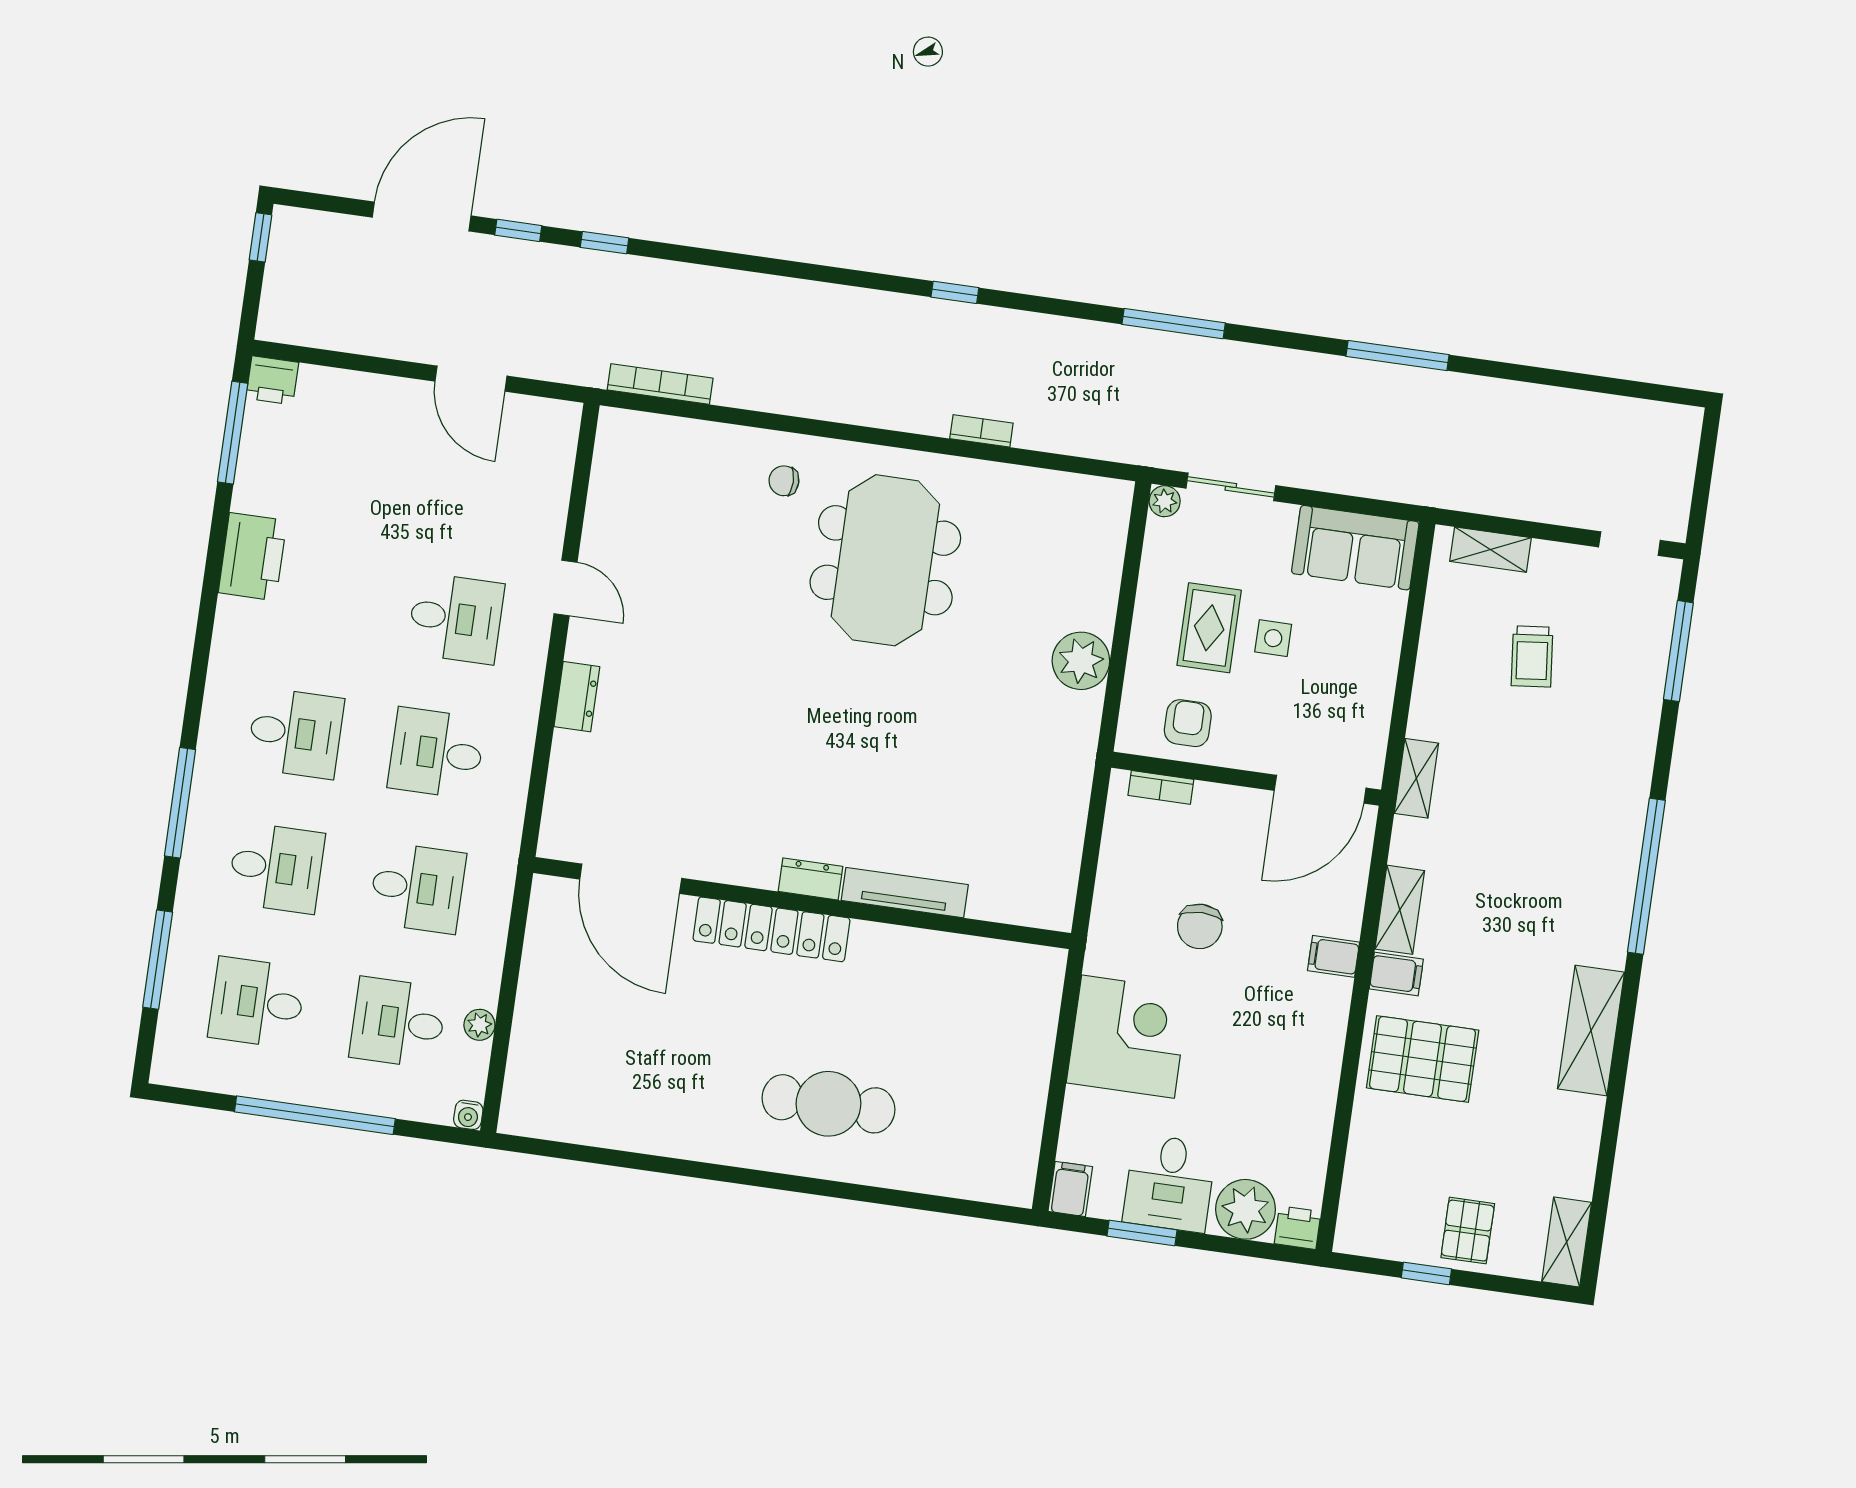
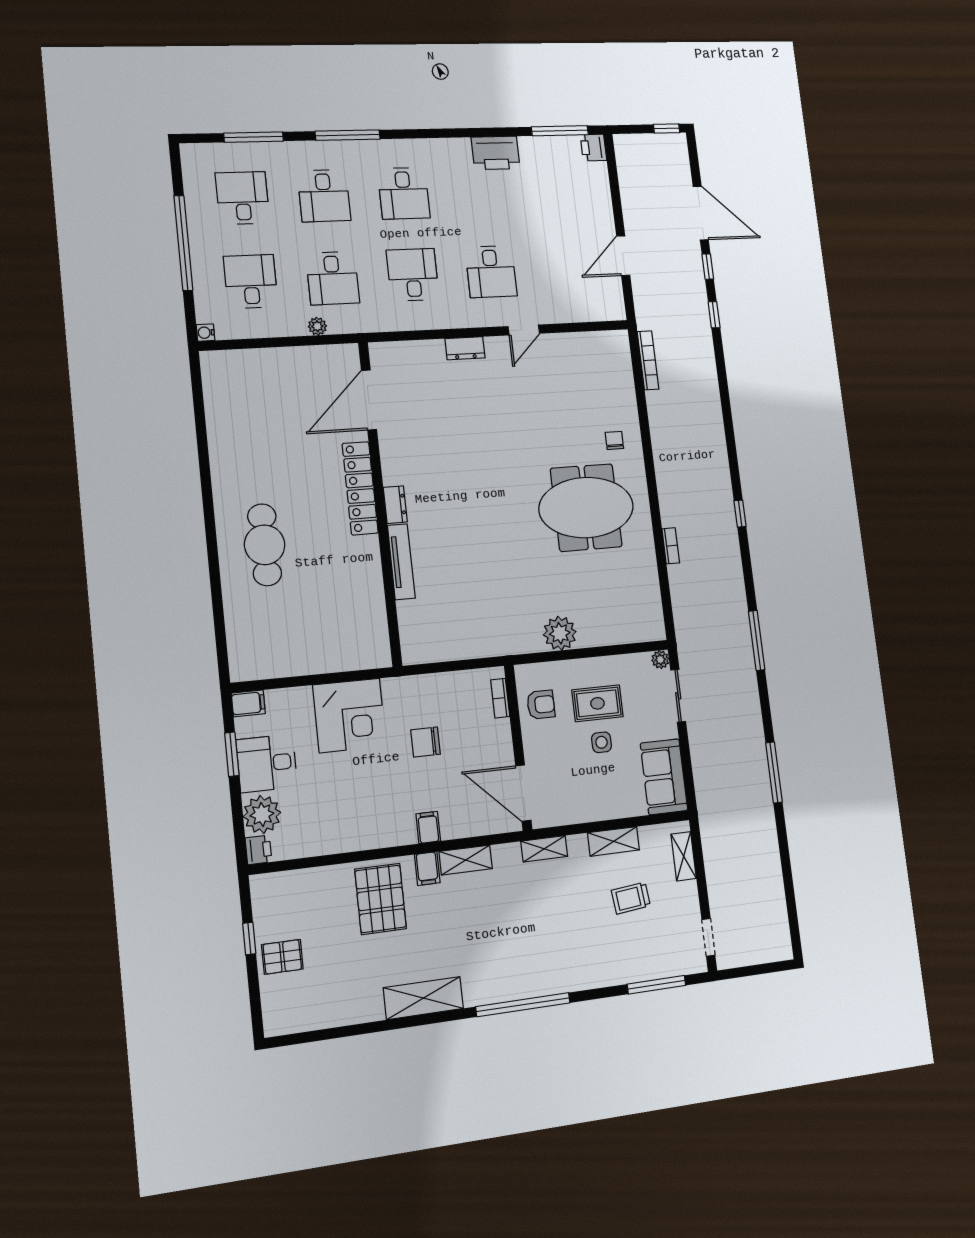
plant: (479, 1025) -> (317, 326), moved
shelving: (1567, 1242) -> (614, 841), moved

